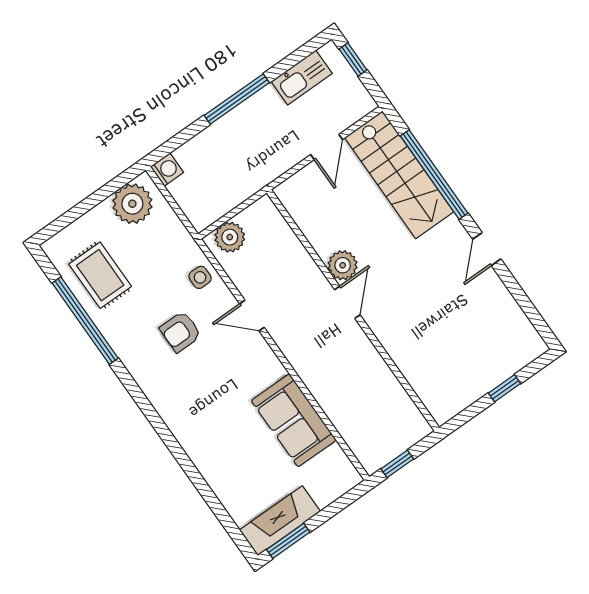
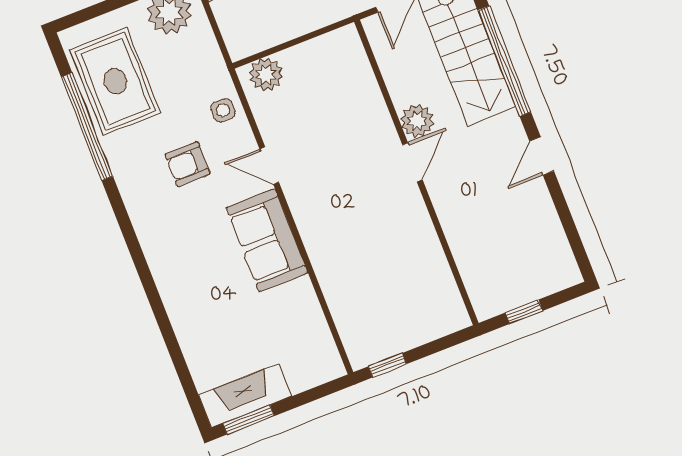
plant: (343, 265) -> (417, 121), moved
rug: (100, 275) -> (115, 81), width x1.36, depth x1.43
door: (347, 302) -> (412, 162), moved
wall: (353, 310) -> (416, 172), moved
sofa: (294, 420) -> (267, 240), moved

